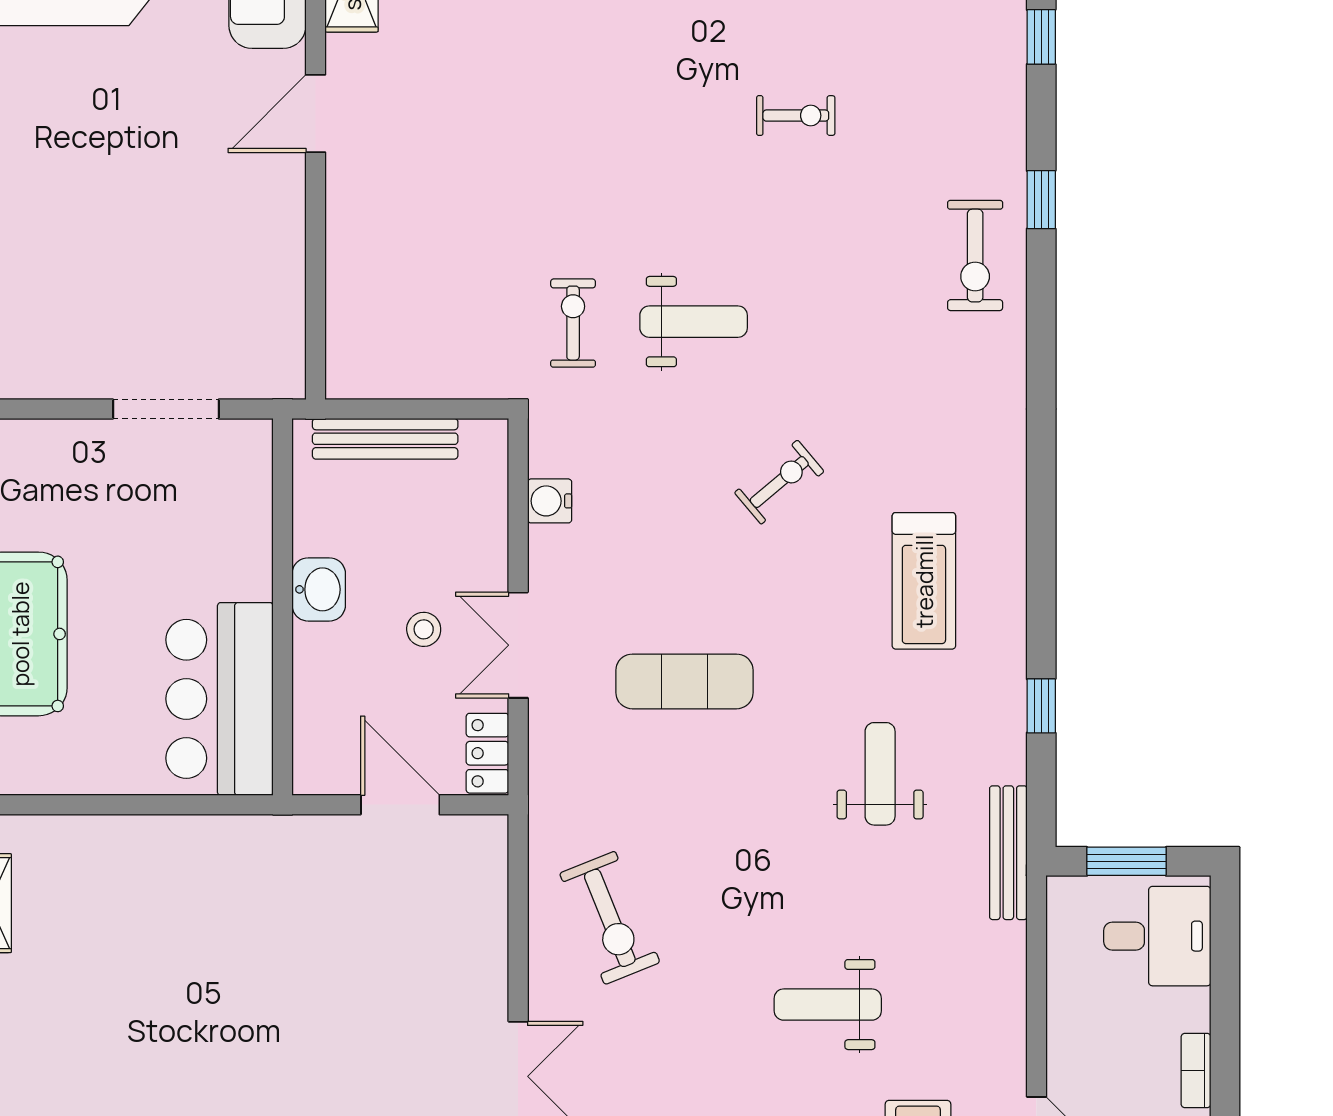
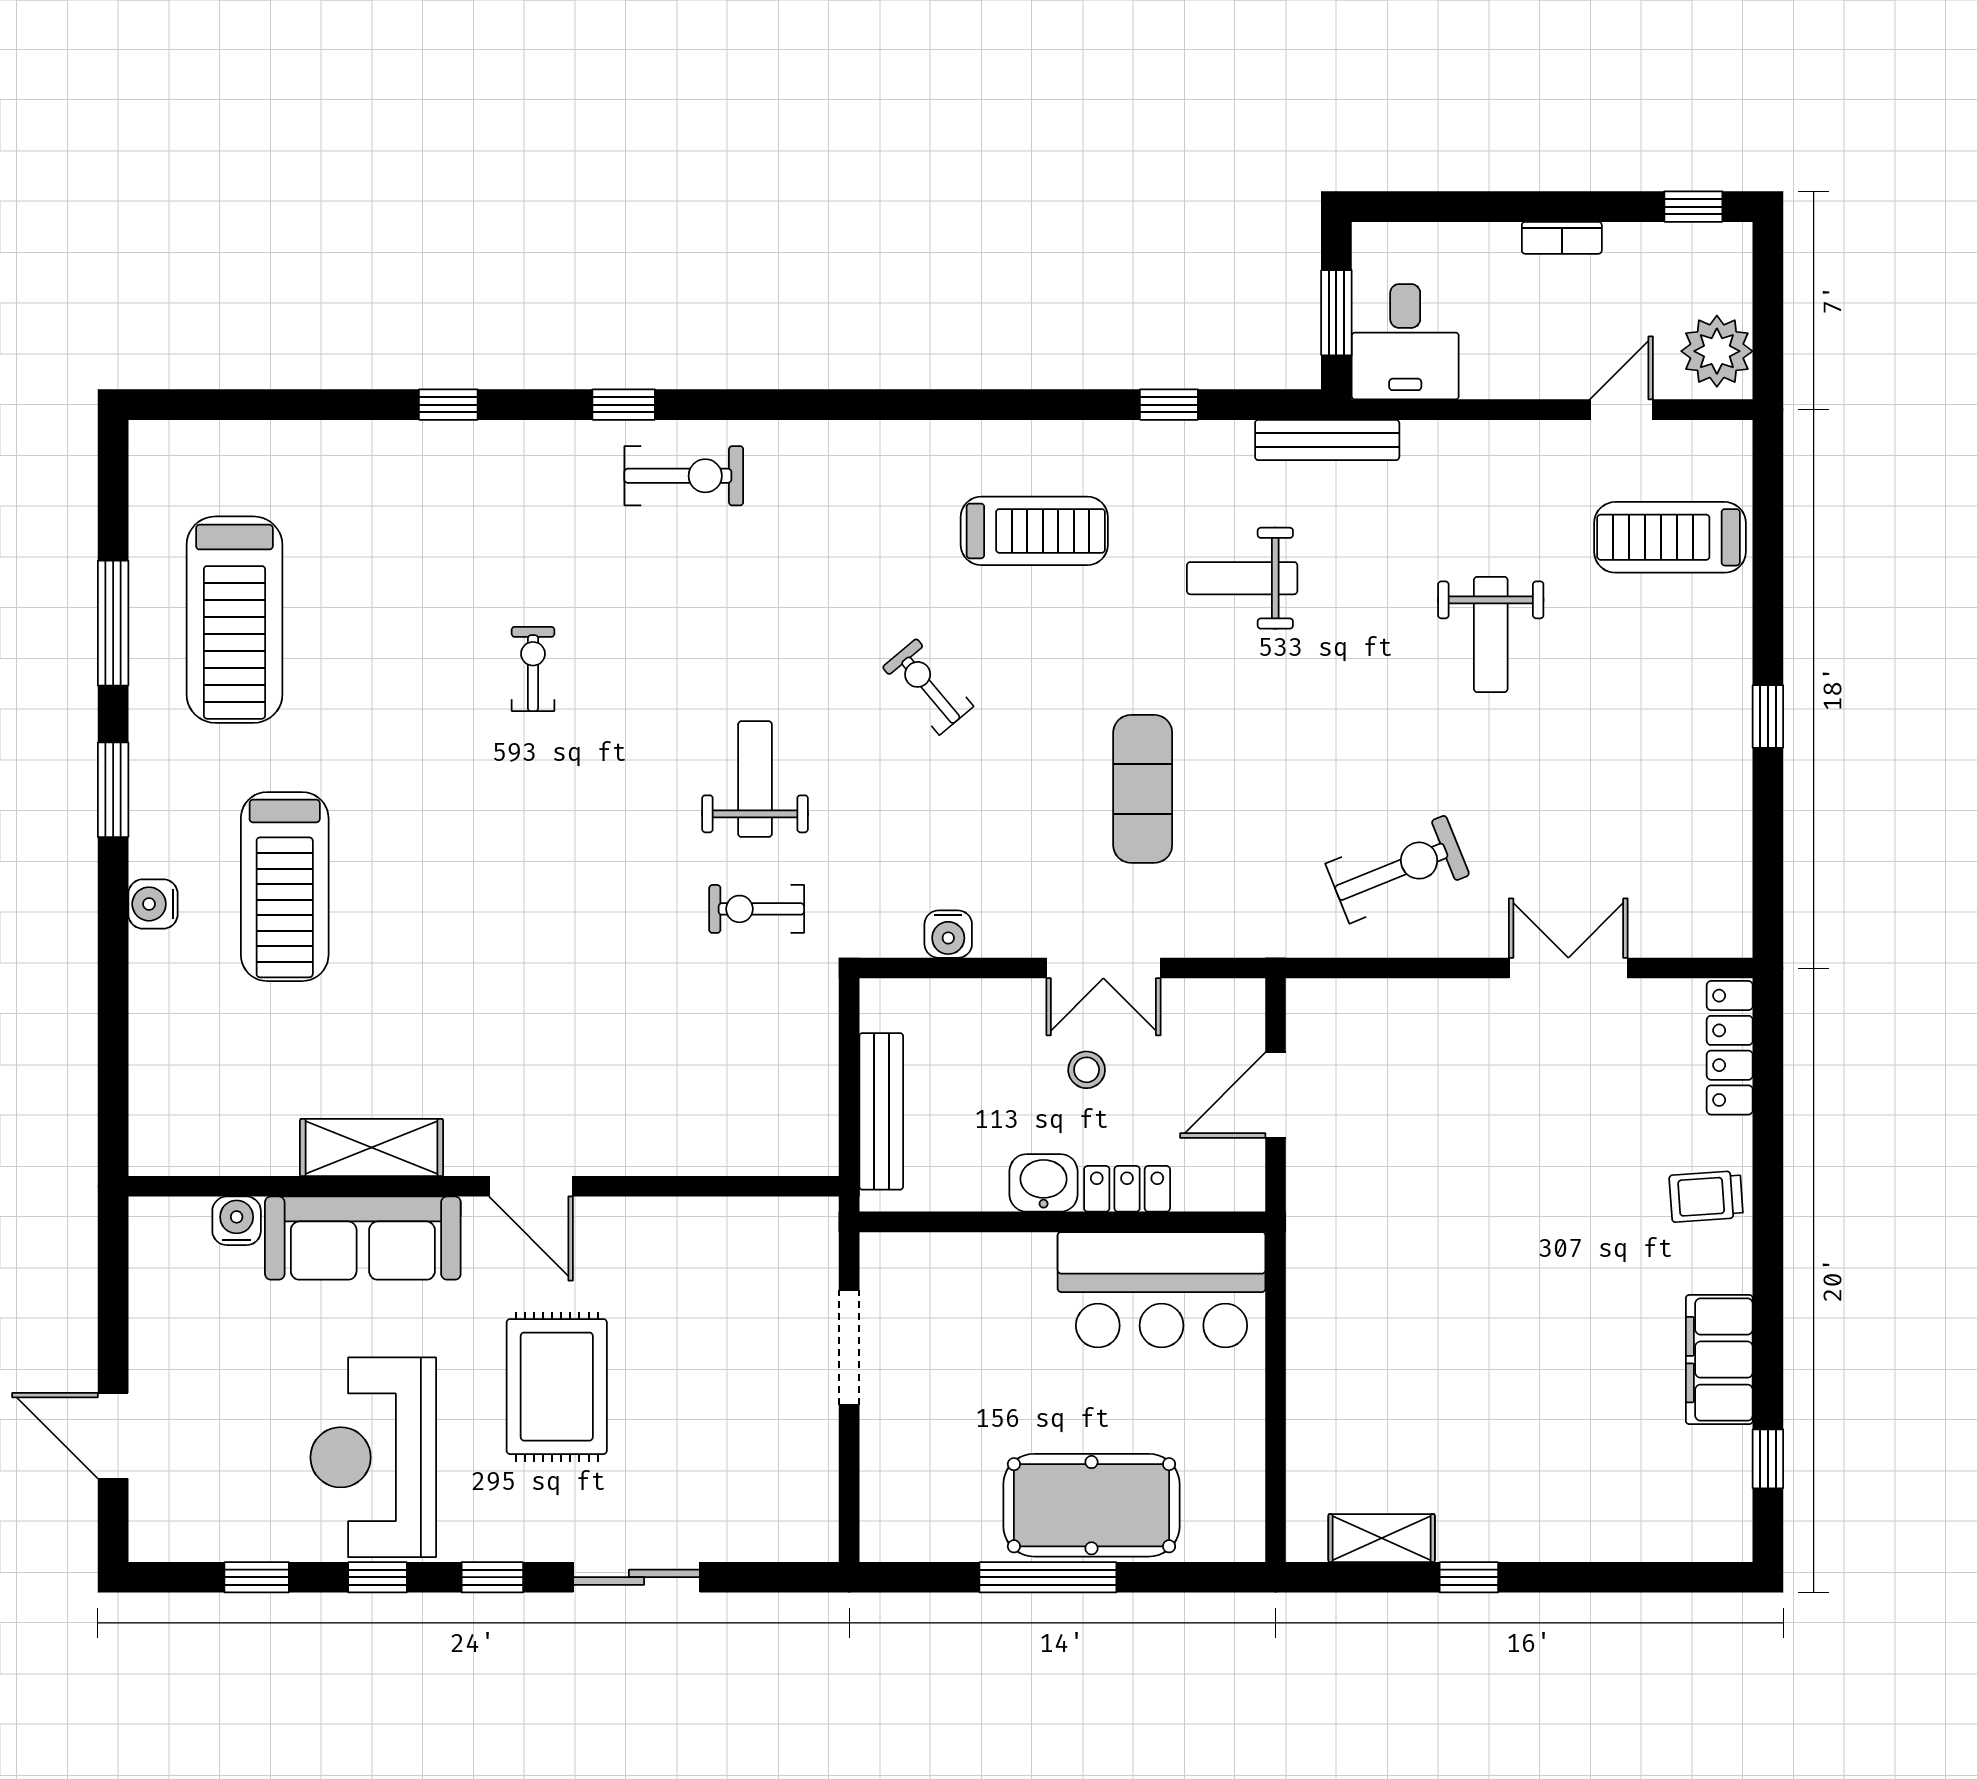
rug: (130, 138) -> (557, 1387), added
locker: (487, 753) -> (1127, 1189), moved, turned 180
desk: (1157, 936) -> (1405, 342), moved, turned 180

